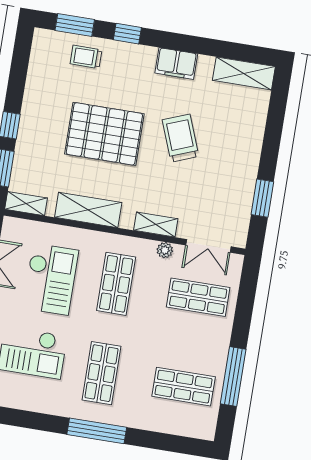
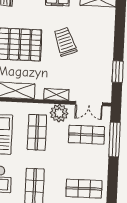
plant: (165, 250) -> (59, 113), width x1.88, depth x1.88
window: (233, 377) -> (114, 140), moved

